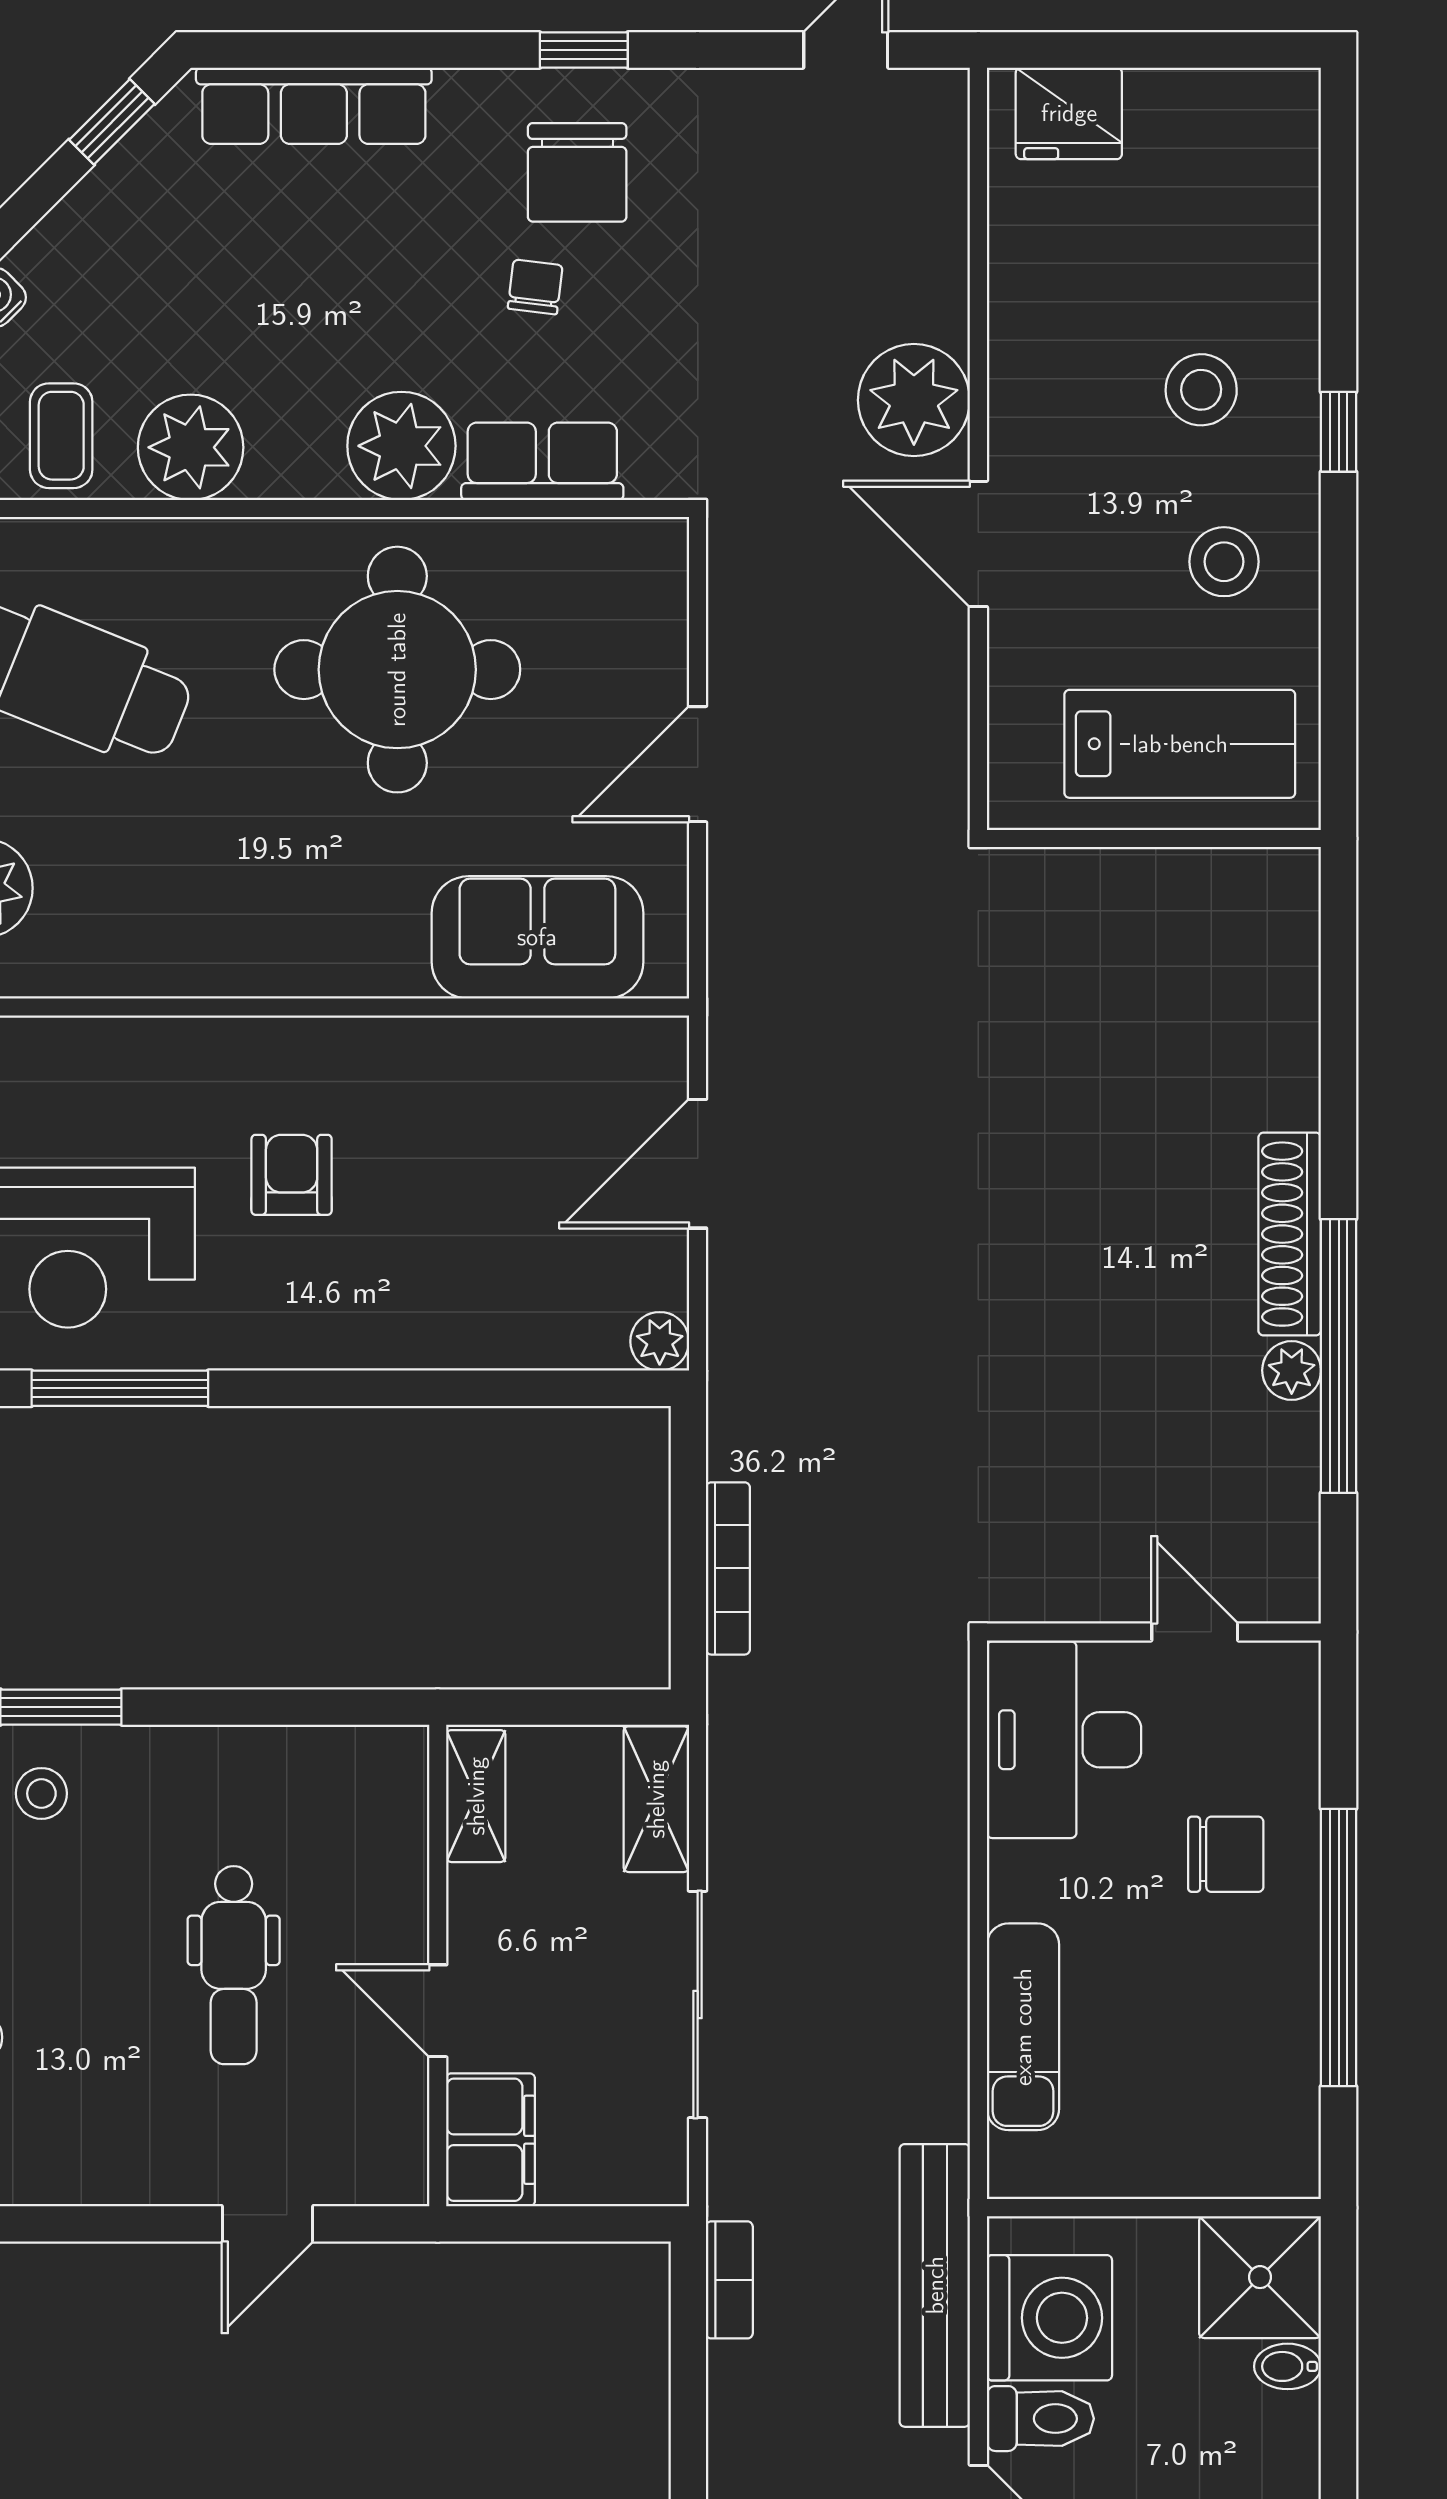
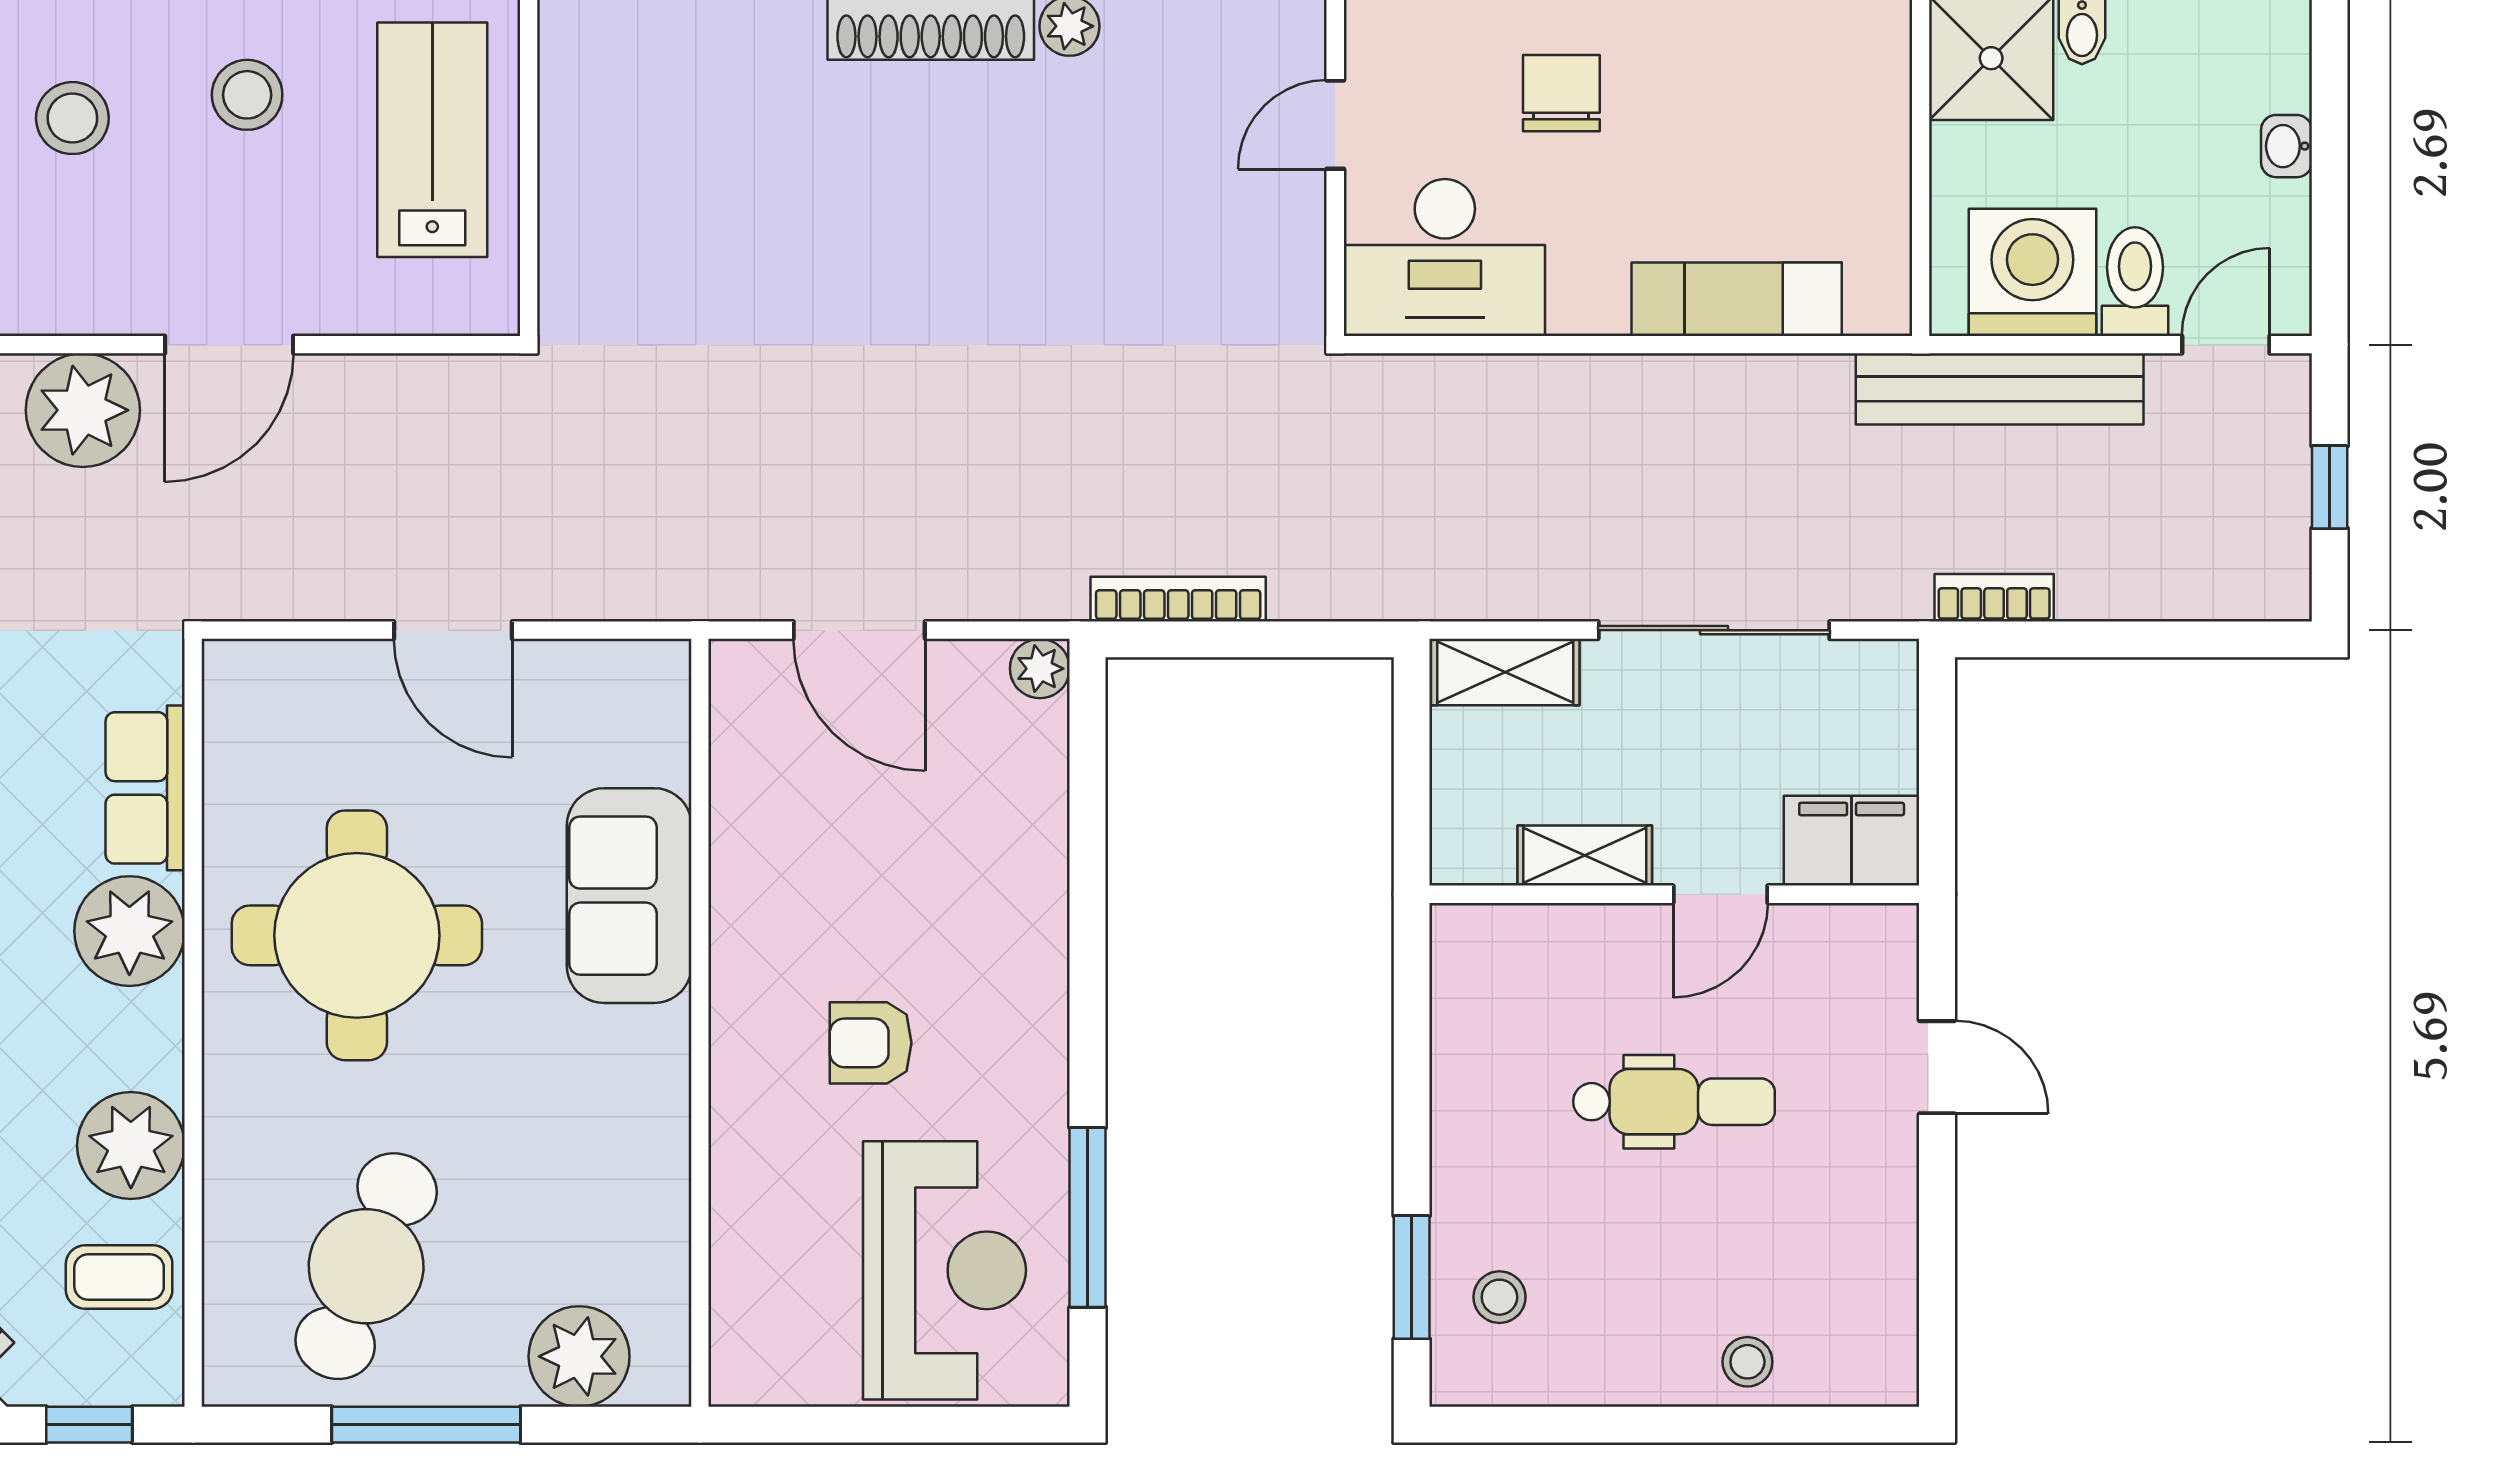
sofa: (537, 937) -> (629, 896), moved
bookcase: (728, 1568) -> (1178, 599), moved
shelving: (476, 1796) -> (1585, 855), moved

